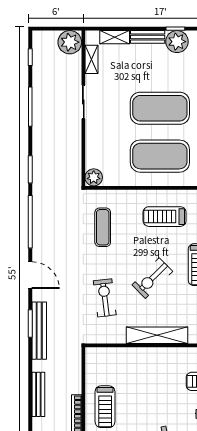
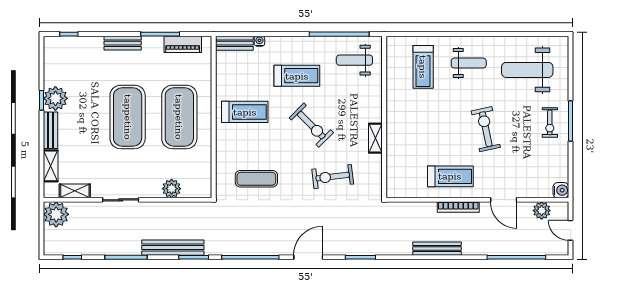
plant: (94, 177) -> (172, 189), moved
treadmill: (165, 217) -> (245, 112), turned -90
bench: (39, 331) -> (173, 248), moved
shelving: (157, 335) -> (375, 138), width x0.45, depth x0.75

